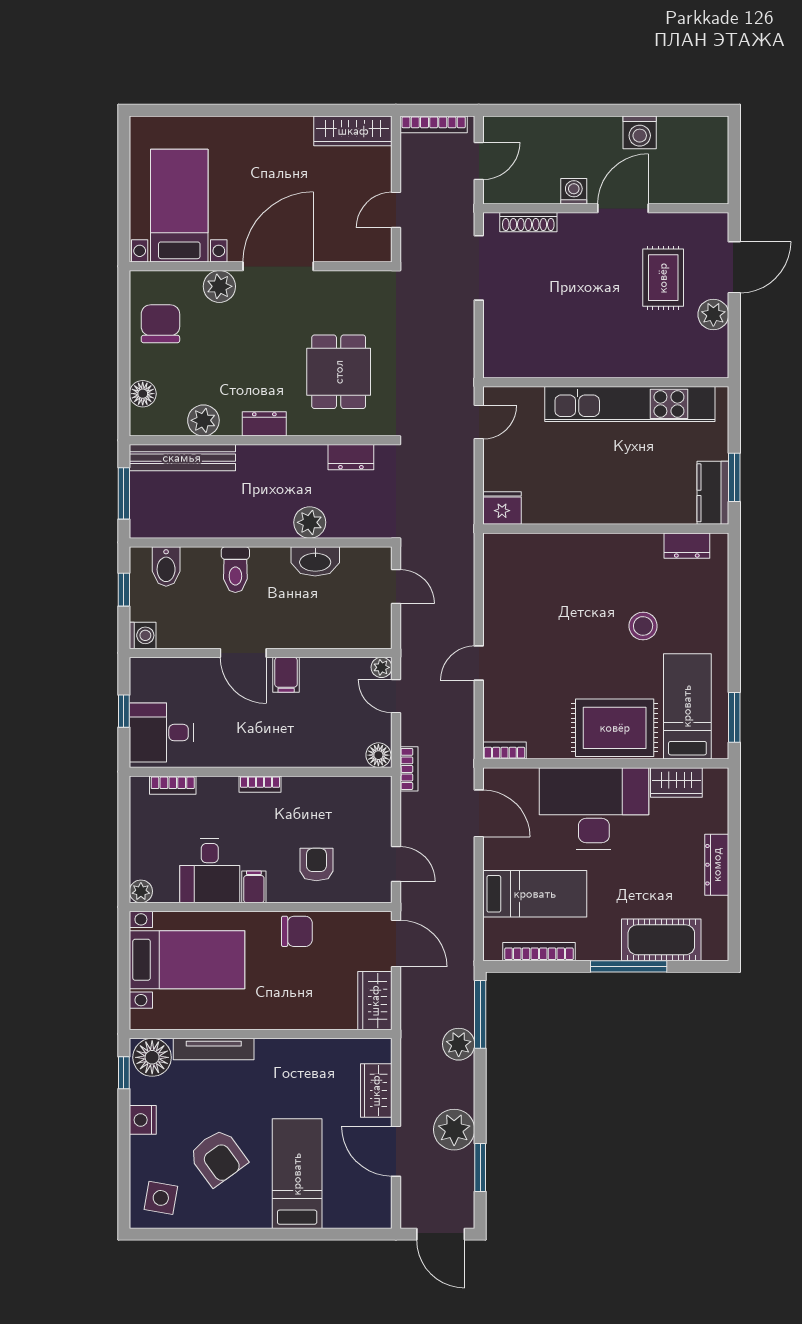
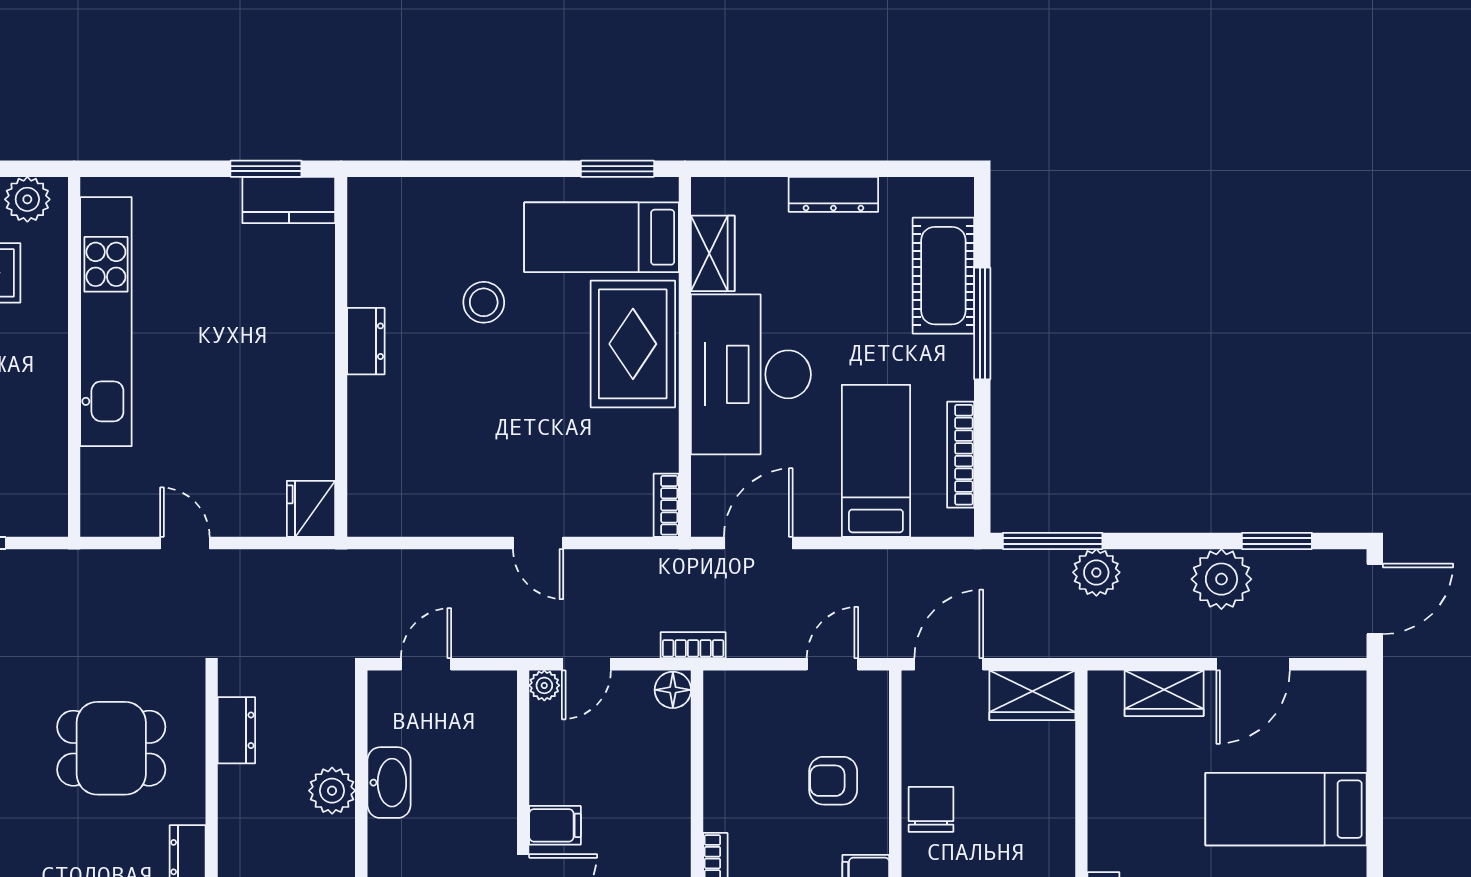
wall: (606, 382) -> (74, 357), moved
kitchen unit: (630, 404) -> (106, 322), moved
dresser: (687, 546) -> (366, 341), moved

